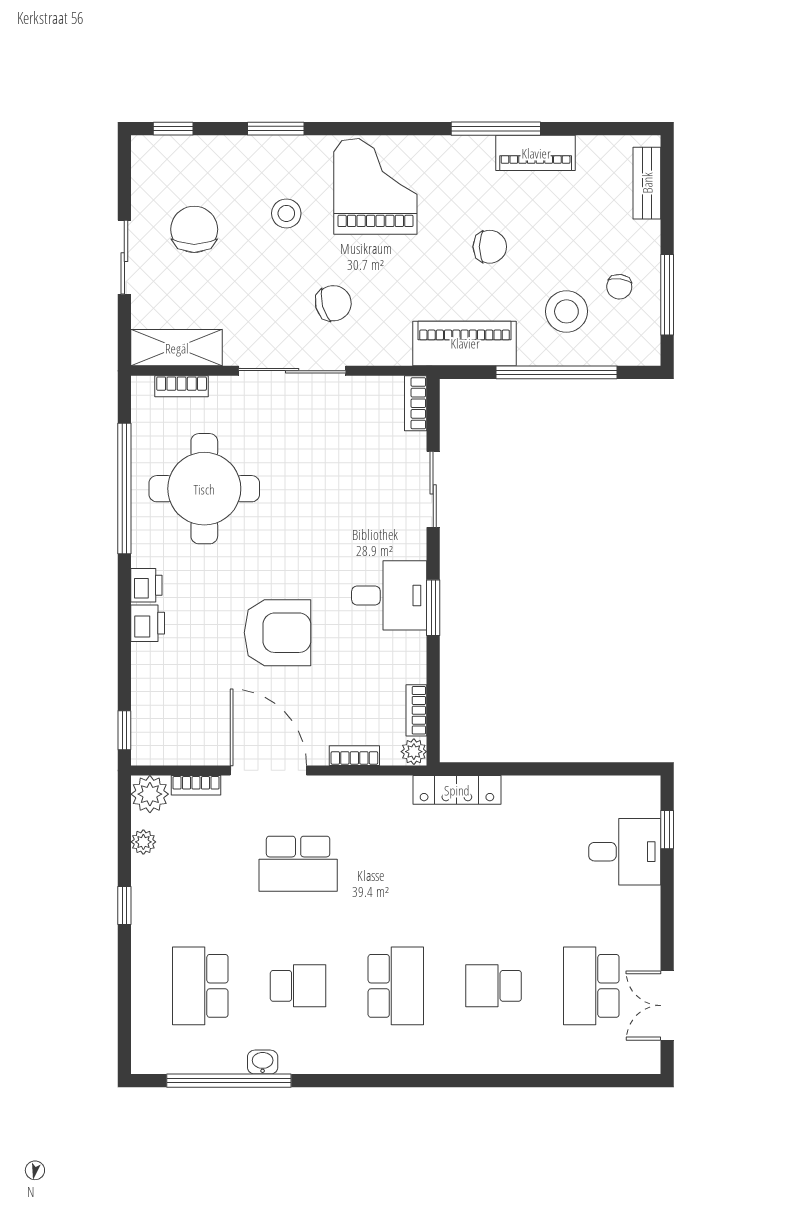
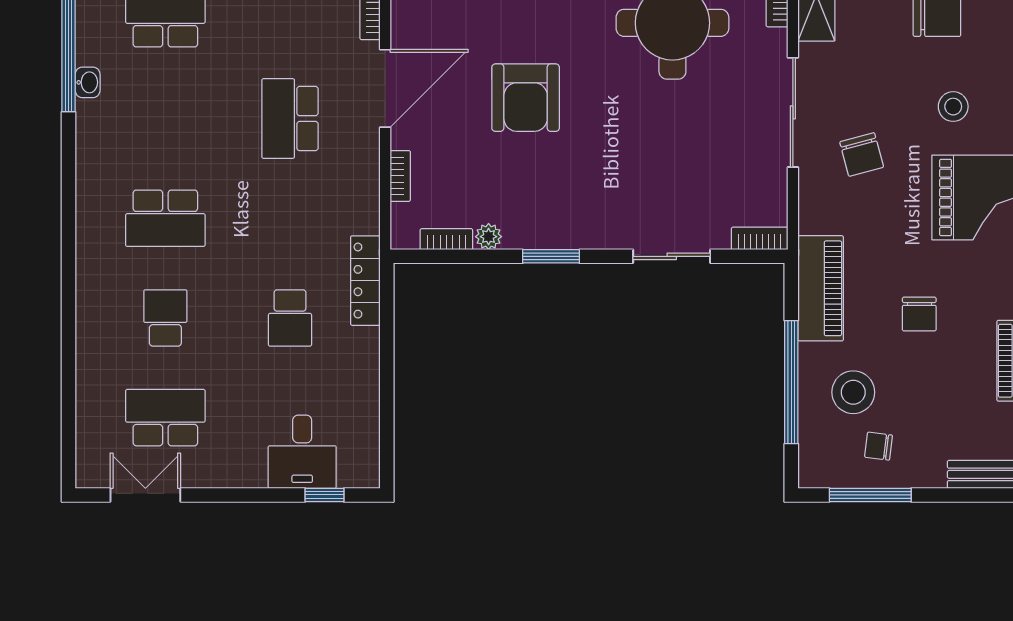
desk: (389, 595) -> (564, 211), removed
plant: (414, 752) -> (489, 237), moved
school desk: (298, 986) -> (290, 318), moved

